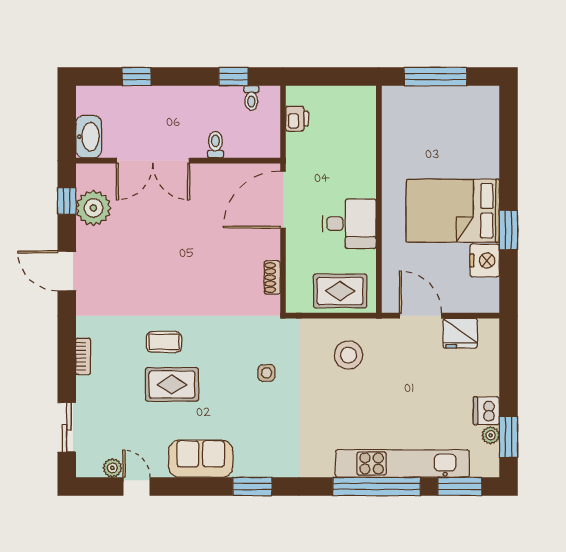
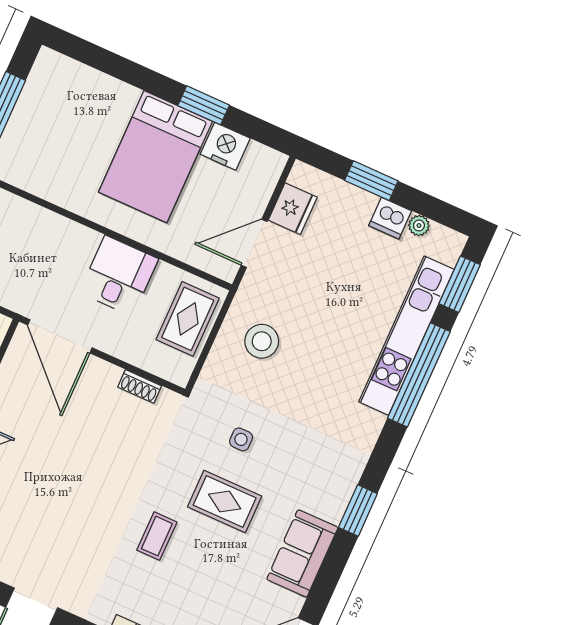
rug: (172, 384) -> (225, 501), moved, turned 90
window: (508, 437) -> (371, 181), moved

